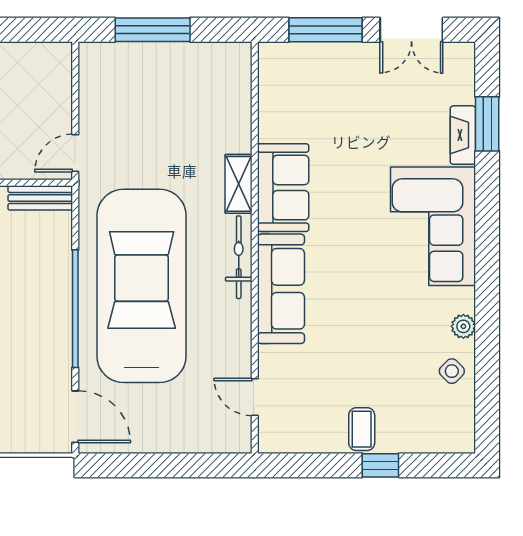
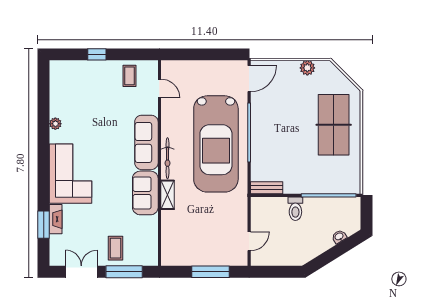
coffee table: (343, 77) -> (116, 248), added
door: (75, 153) -> (249, 241), moved
side table: (452, 371) -> (61, 101), removed
door: (75, 417) -> (249, 79), swing flipped
coffee table: (362, 429) -> (129, 76), moved

